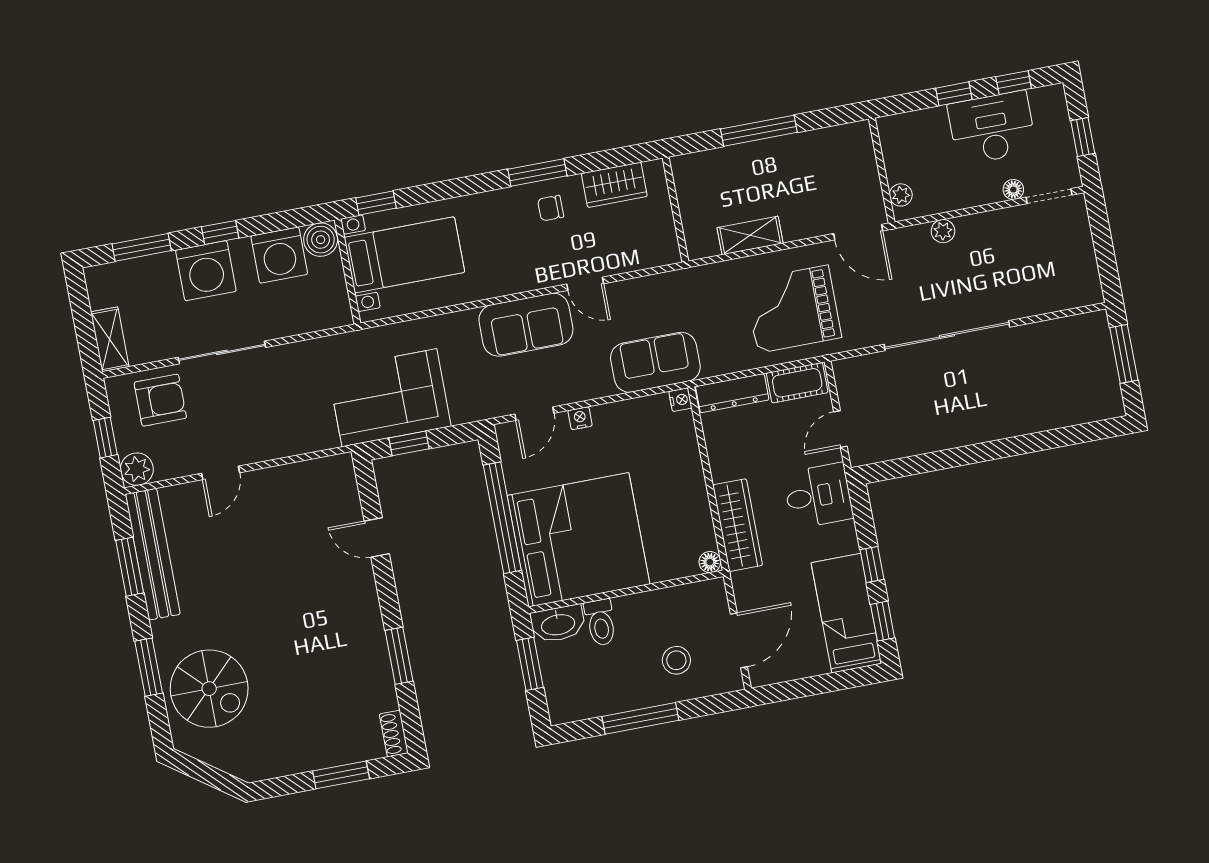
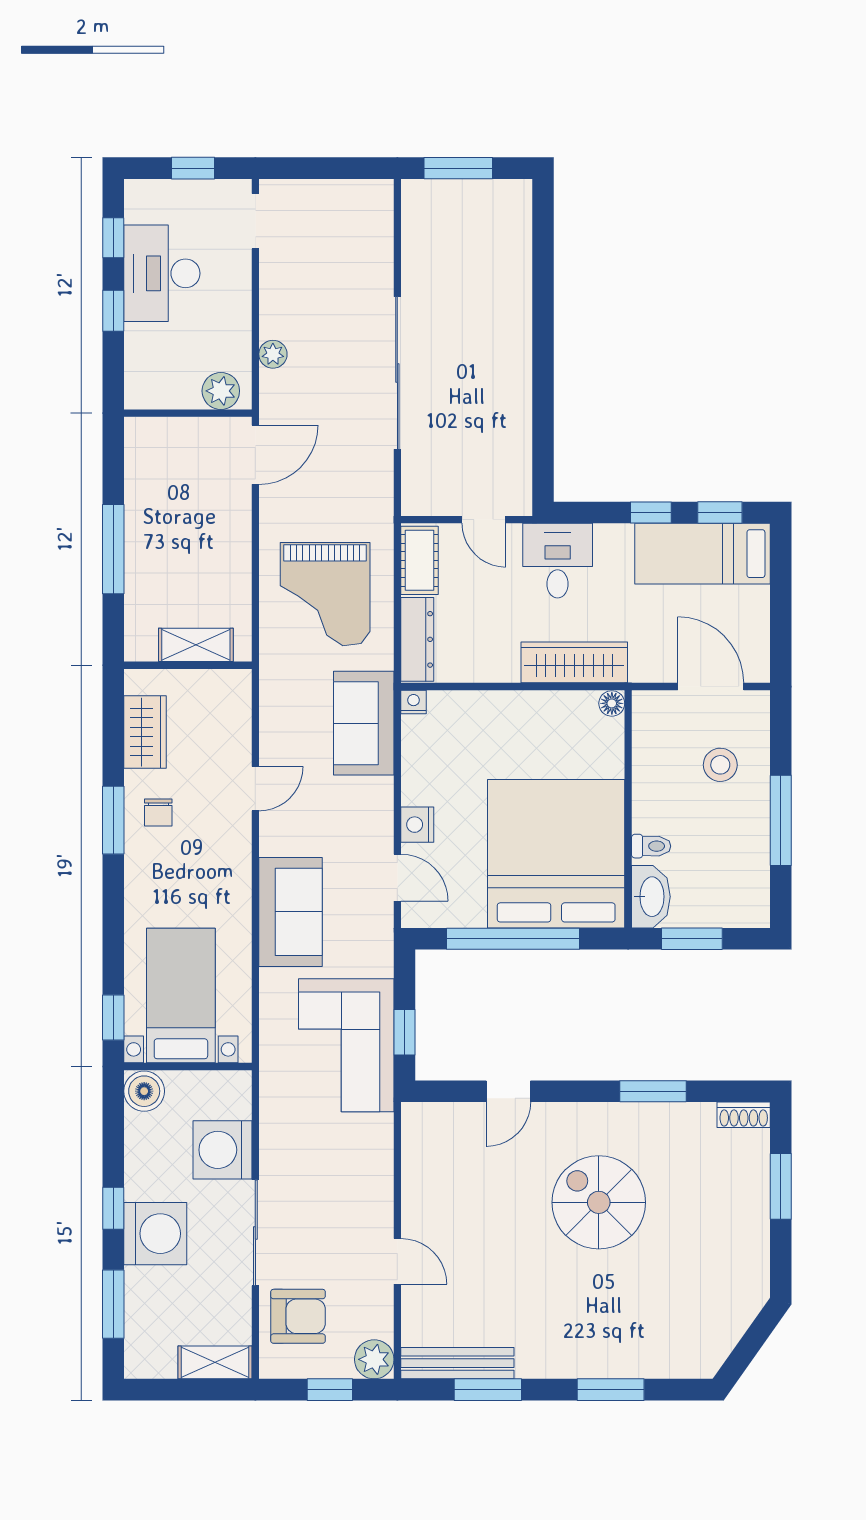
floor lamp: (1013, 190) -> (240, 262), removed
plant: (901, 195) -> (221, 391), width x1.38, depth x1.38
shelving: (750, 235) -> (196, 645), moved, turned 90
washing machine: (279, 255) -> (222, 1150), moved, turned 180
grand piano: (793, 309) -> (325, 594), moved
sofa: (526, 325) -> (290, 912), moved
armchair: (160, 400) -> (298, 1316), turned 90
nightstand: (580, 418) -> (417, 825), width x1.39, depth x1.35
bench: (153, 554) -> (457, 1363), width x0.73, depth x0.82
toilet: (600, 622) -> (651, 846), width x0.73, depth x0.72
spiral stairs: (209, 689) -> (599, 1202), moved, turned -90

